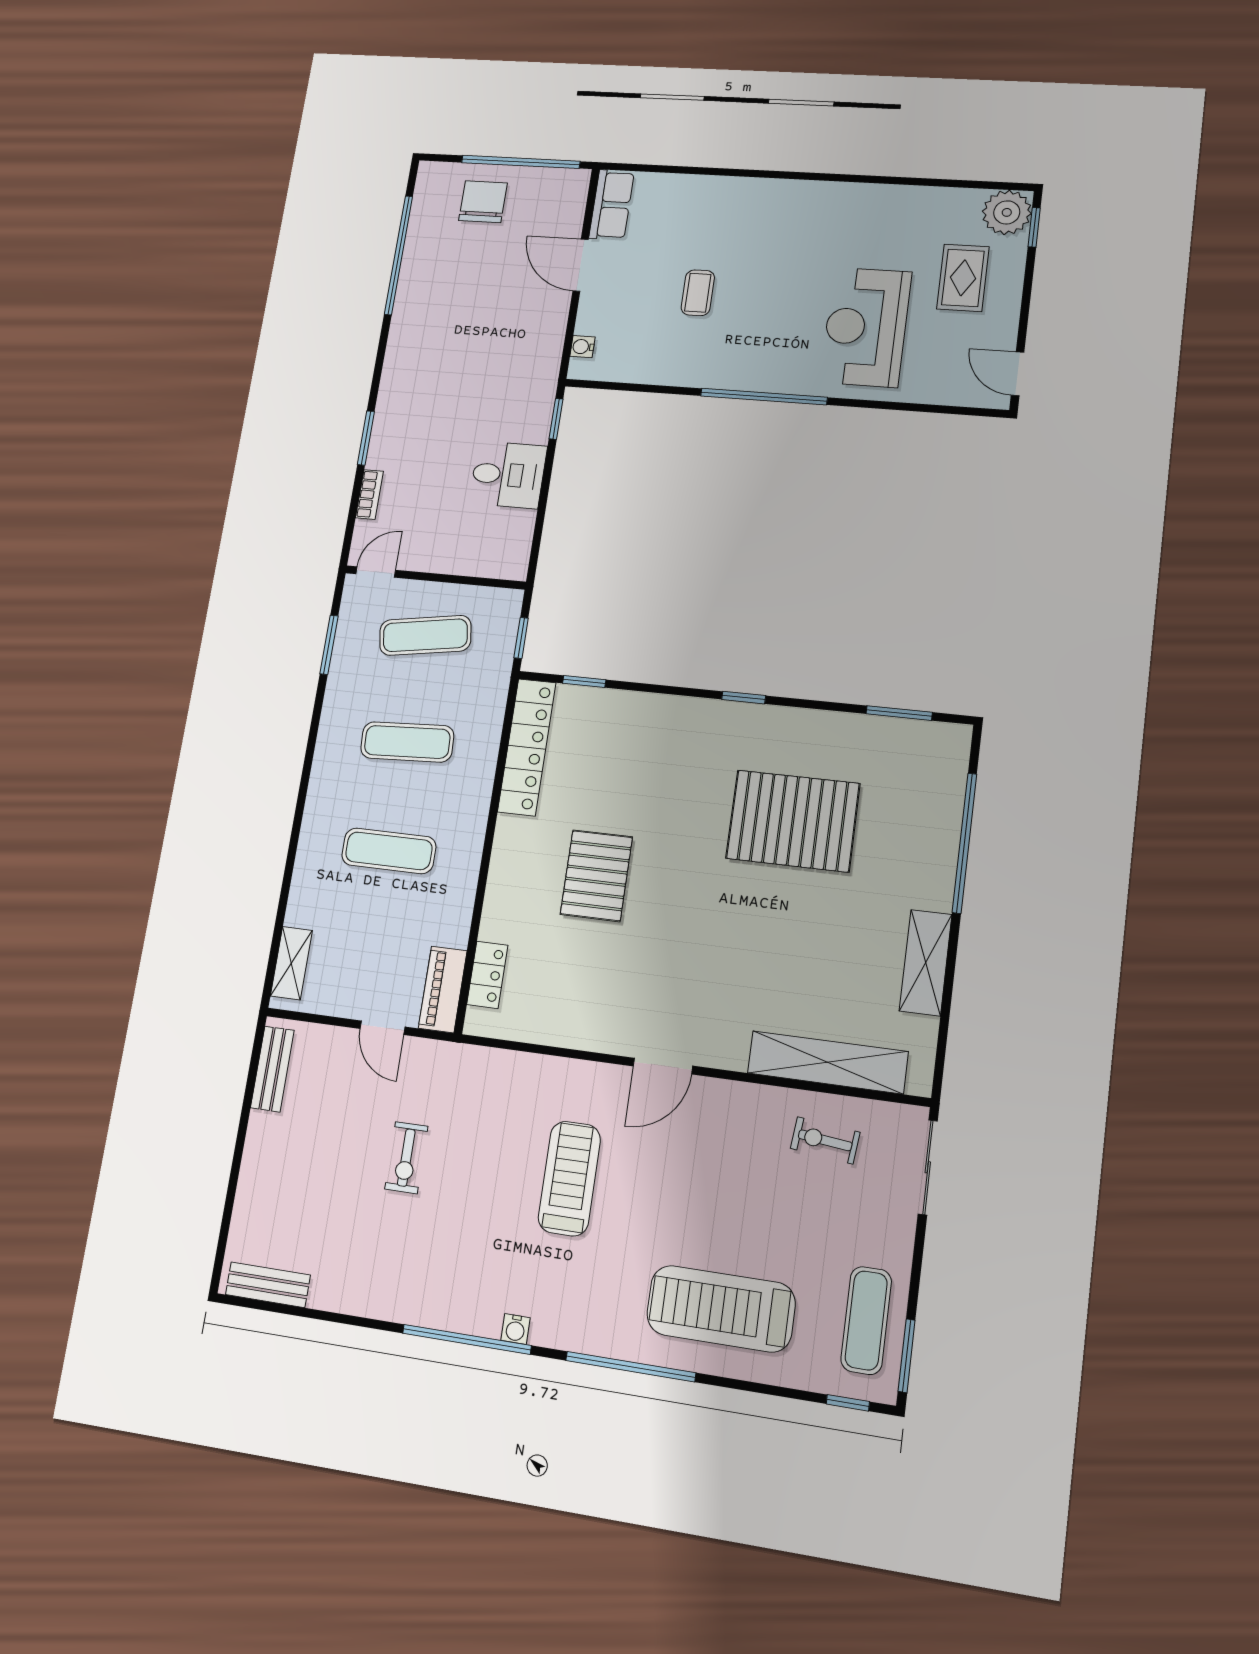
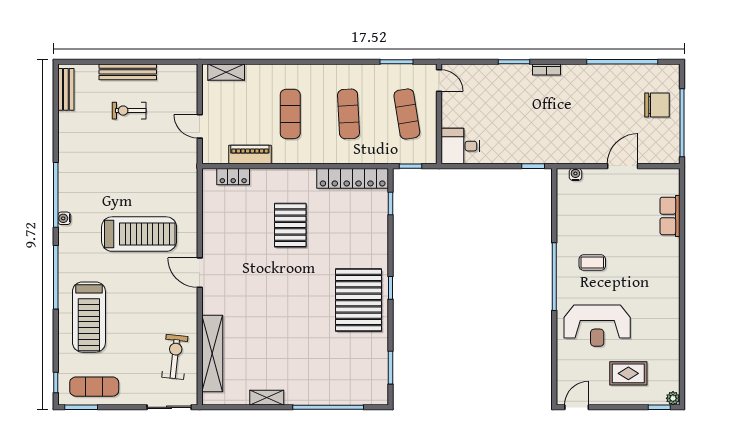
row of seats: (612, 205) -> (670, 216), moved, turned 90
plant: (1007, 212) -> (673, 398), width x0.53, depth x0.53
coffee table: (698, 293) -> (592, 263), moved
reception desk: (866, 327) -> (597, 326), turned 180
desk: (508, 475) -> (460, 146), moved, turned 90
bookcase: (369, 494) -> (546, 69), moved
pallet: (793, 821) -> (359, 300), moved
pallet: (596, 876) -> (290, 225), turned 90
shelving: (926, 963) -> (267, 398), width x0.67, depth x0.75
piano: (443, 989) -> (250, 155), moved
door: (382, 1028) -> (200, 126), hinge flipped
bench: (272, 1069) -> (128, 72), moved, width x1.36
exercise bike: (825, 1140) -> (175, 357), width x1.38, depth x1.39
exercise bike: (406, 1158) -> (129, 111), moved
treadmill: (569, 1178) -> (139, 234), width x1.37, depth x1.38
treadmill: (721, 1309) -> (89, 317), turned 180

